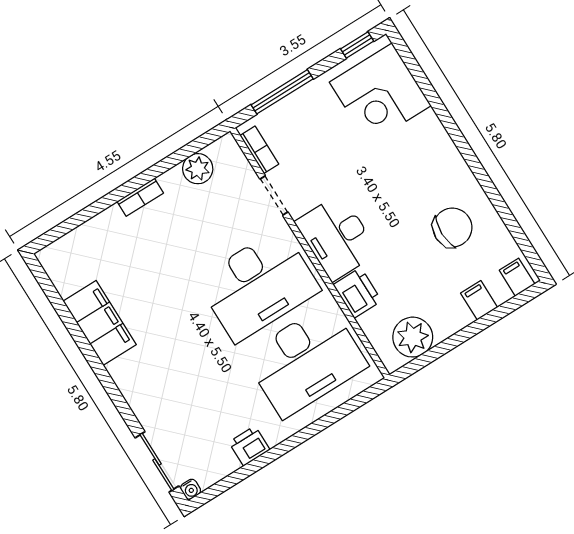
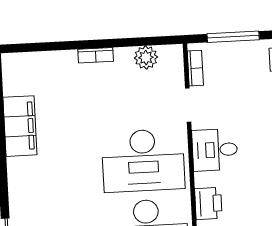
desk: (337, 237) -> (215, 150), width x0.73

